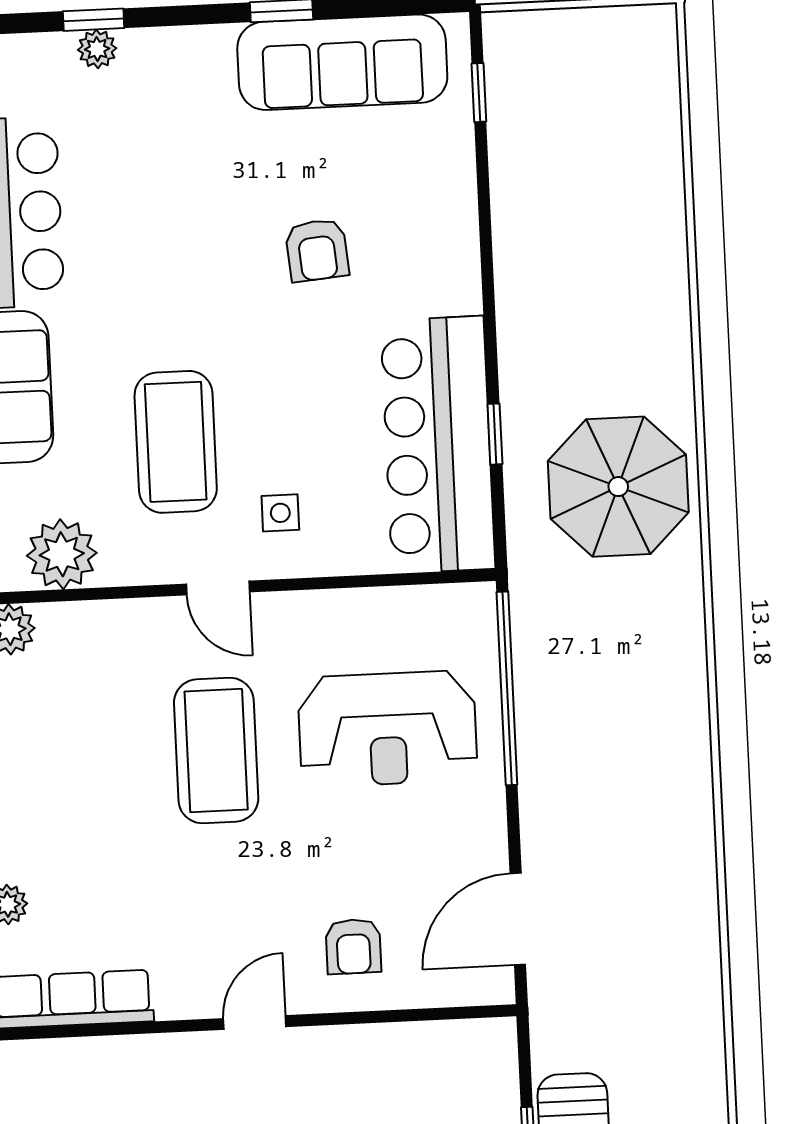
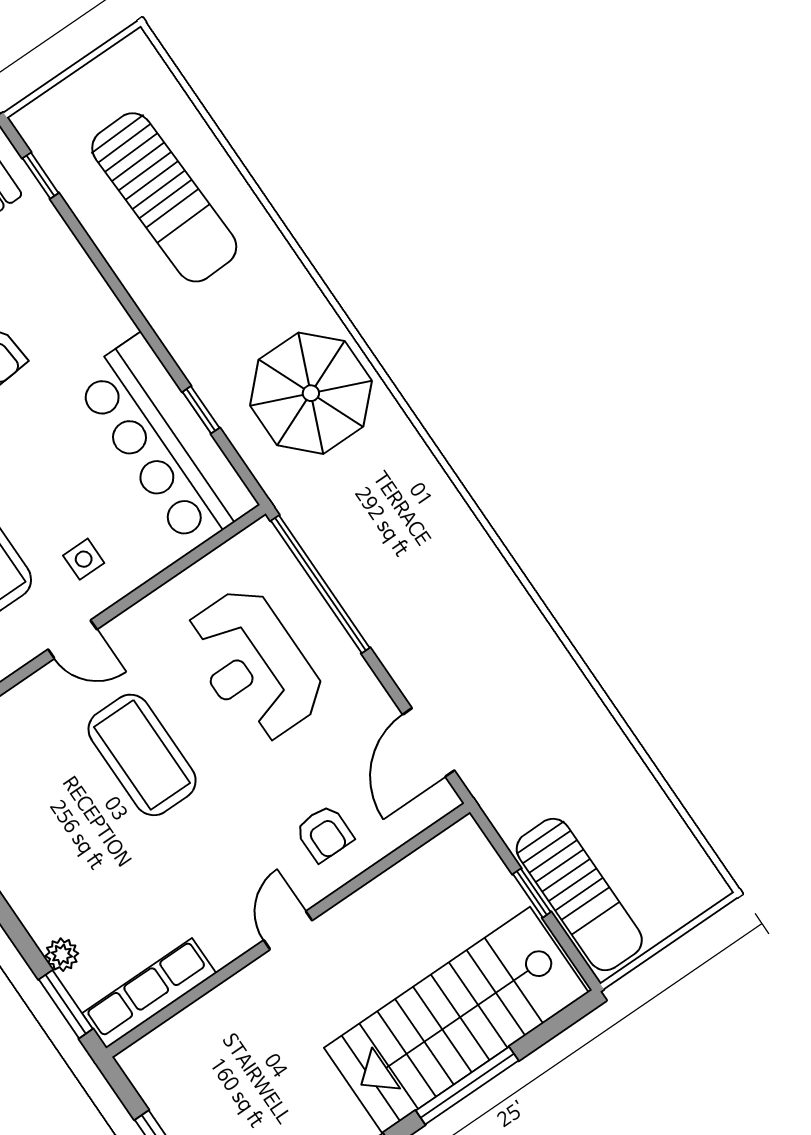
sun lounger: (592, 193) -> (164, 197), added
reception desk: (388, 729) -> (254, 665), turned 90

